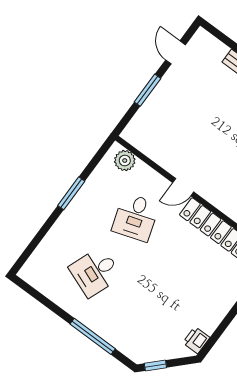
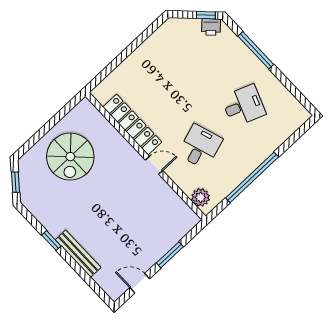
door: (175, 52) -> (140, 283), swing flipped
window: (71, 193) -> (252, 177), width x2.11
printer: (196, 340) -> (211, 27), moved, turned 45

